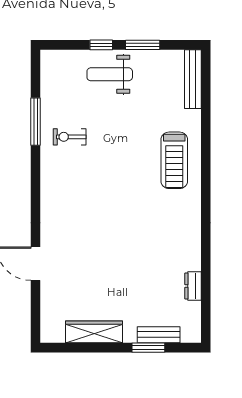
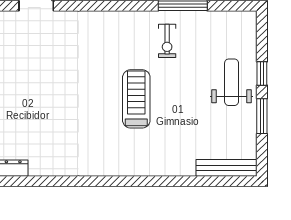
exercise bike: (70, 137) -> (167, 41), turned 180
treadmill: (174, 160) -> (136, 99), moved, turned 90

